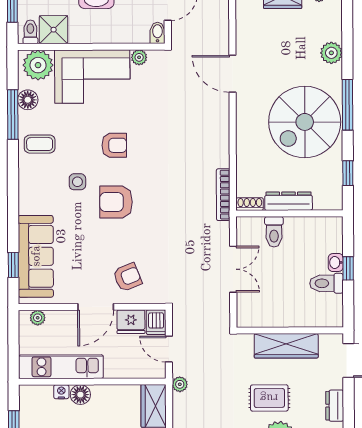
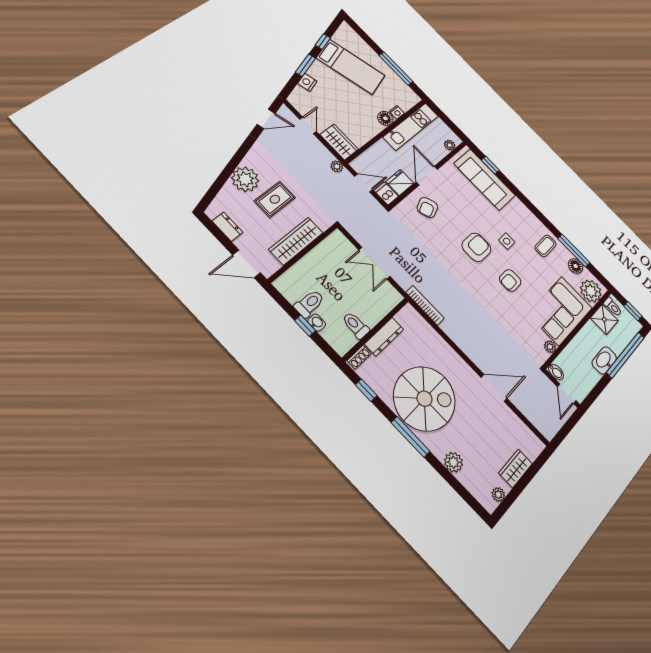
spiral stairs: (305, 122) -> (424, 399), turned 90
shoe rack: (250, 204) -> (359, 357), moved
toilet: (274, 232) -> (356, 325), moved

